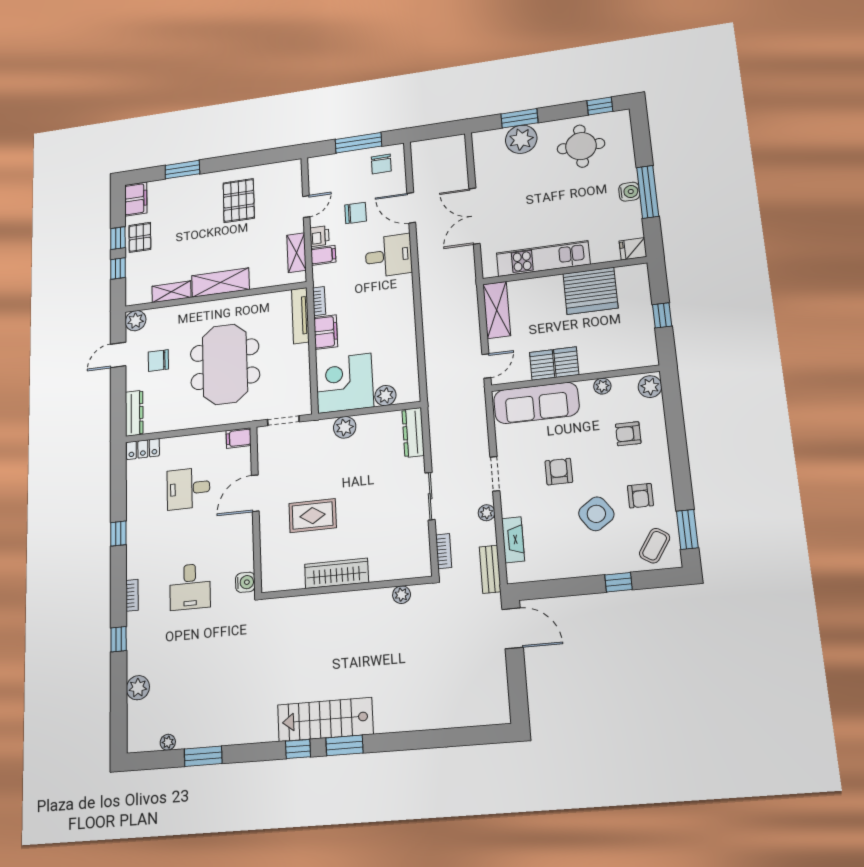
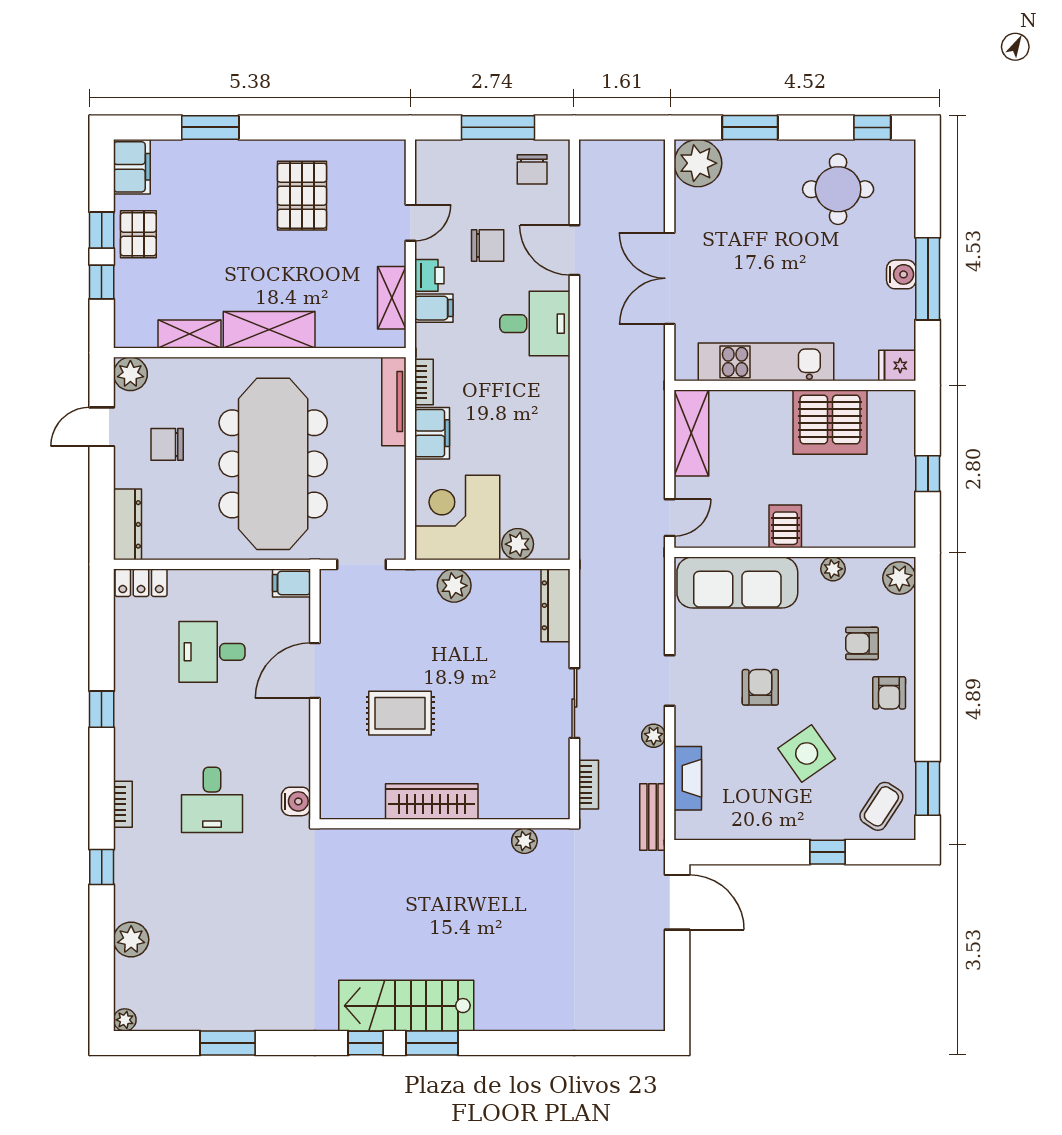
plant: (521, 139) -> (698, 163), moved
meeting table: (225, 364) -> (273, 464), width x1.36
server rack: (542, 365) -> (750, 526), removed
armchair: (640, 496) -> (889, 693), moved
plant: (168, 742) -> (125, 1020), moved

